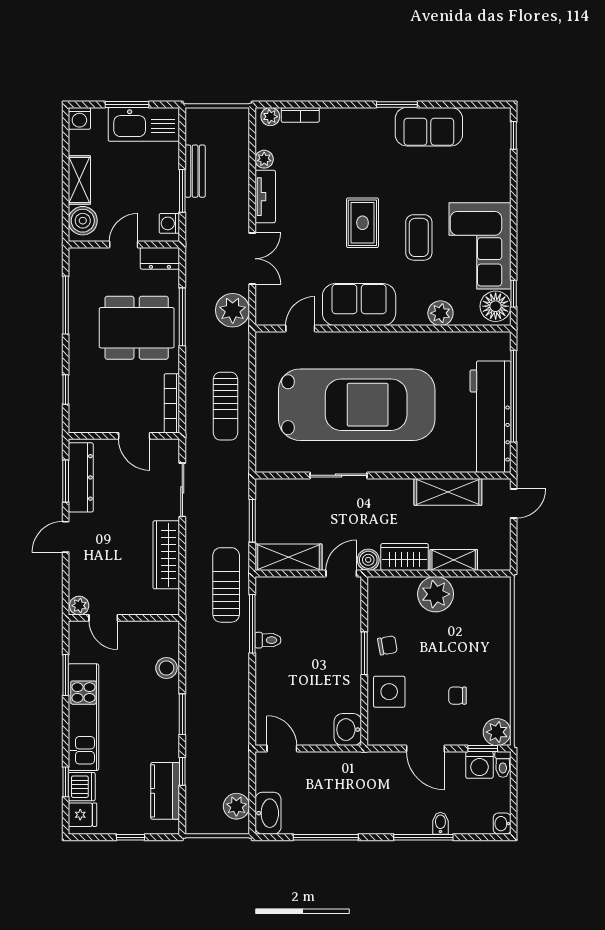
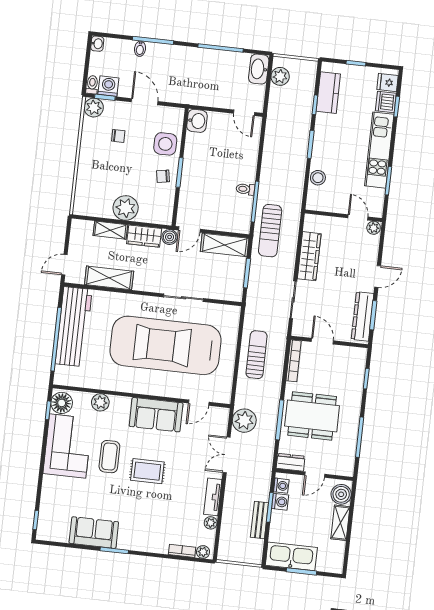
washing machine: (79, 118) -> (280, 502), moved, turned 90
rug: (362, 223) -> (147, 471), turned 90

